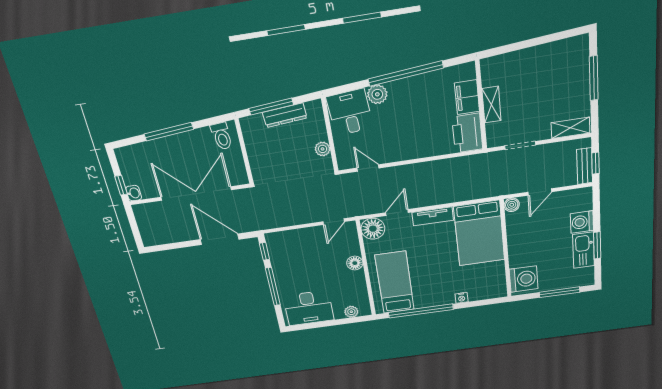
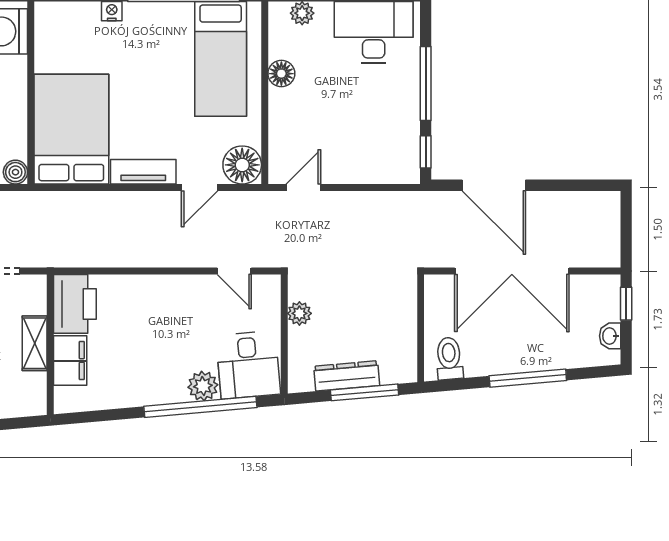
window: (406, 74) -> (200, 407), moved
washbasin: (134, 193) -> (610, 336), moved
floor lamp: (355, 263) -> (281, 74), moved

